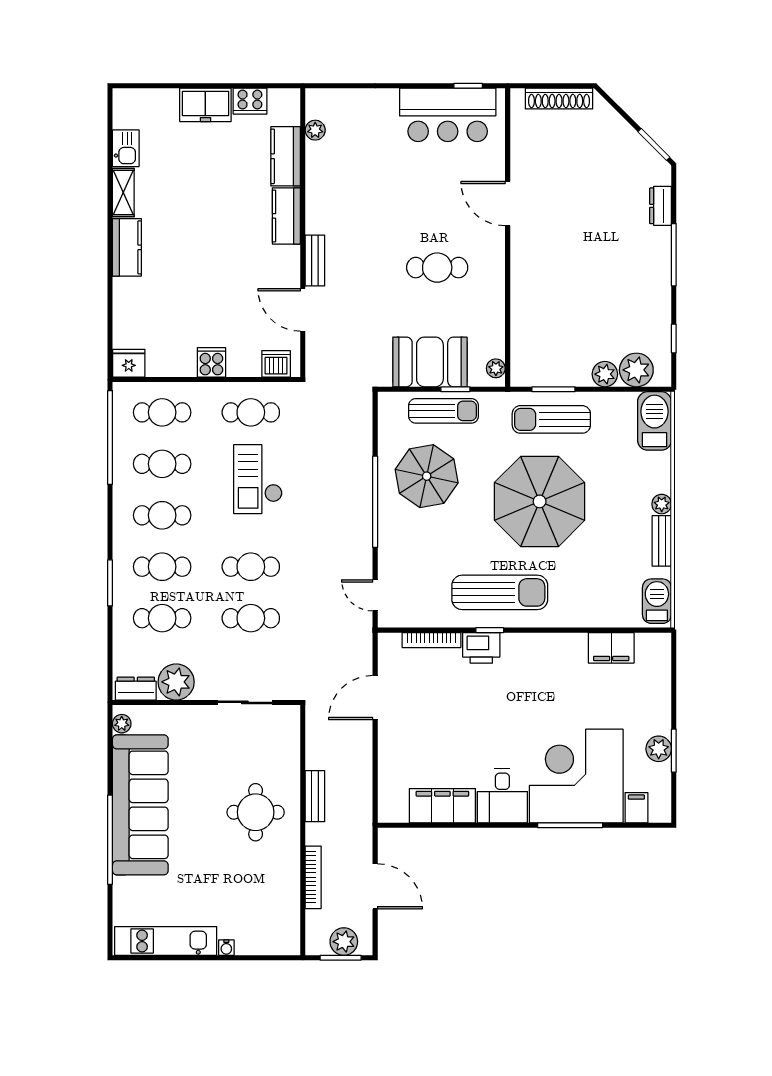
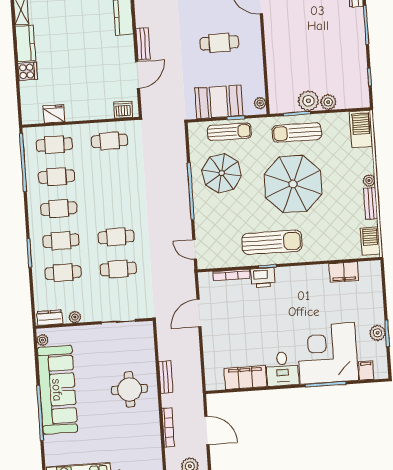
door: (303, 310) -> (138, 75), swing flipped
cooker: (211, 362) -> (28, 71), moved, turned 90
fridge: (129, 363) -> (54, 114), moved
plant: (636, 370) -> (308, 101), moved
checkout: (258, 479) -> (117, 182), removed
plant: (176, 682) -> (75, 317), width x0.53, depth x0.53

